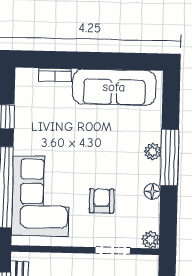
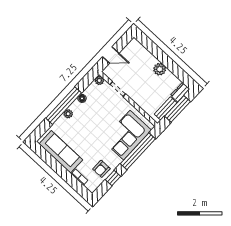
window: (170, 158) -> (64, 106), width x1.46
armchair: (102, 201) -> (101, 169), moved

